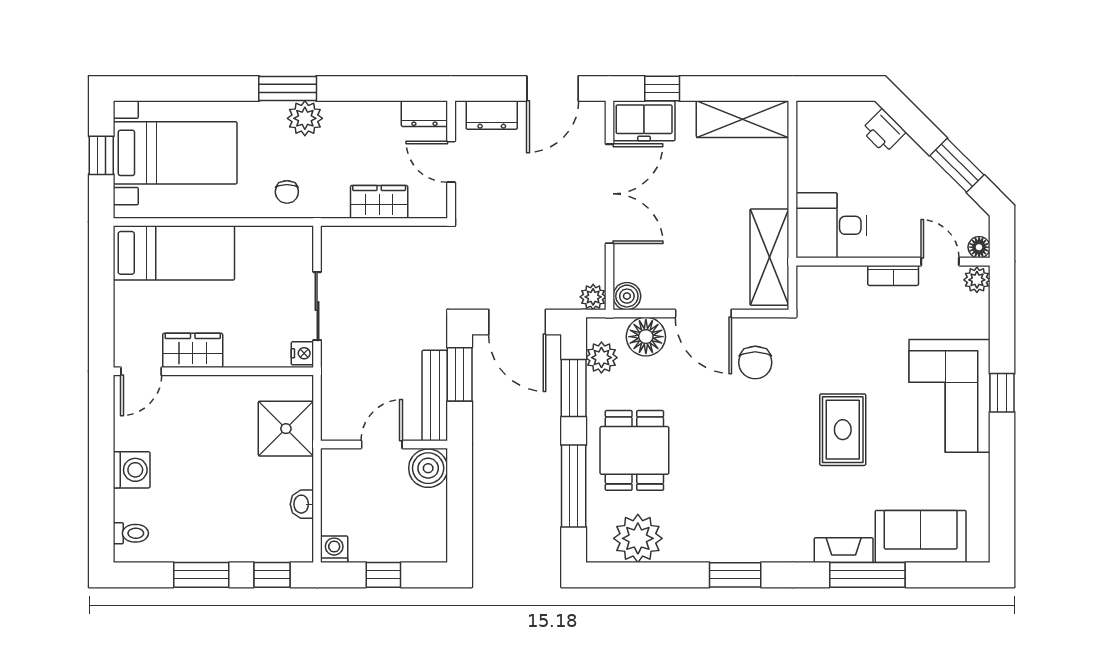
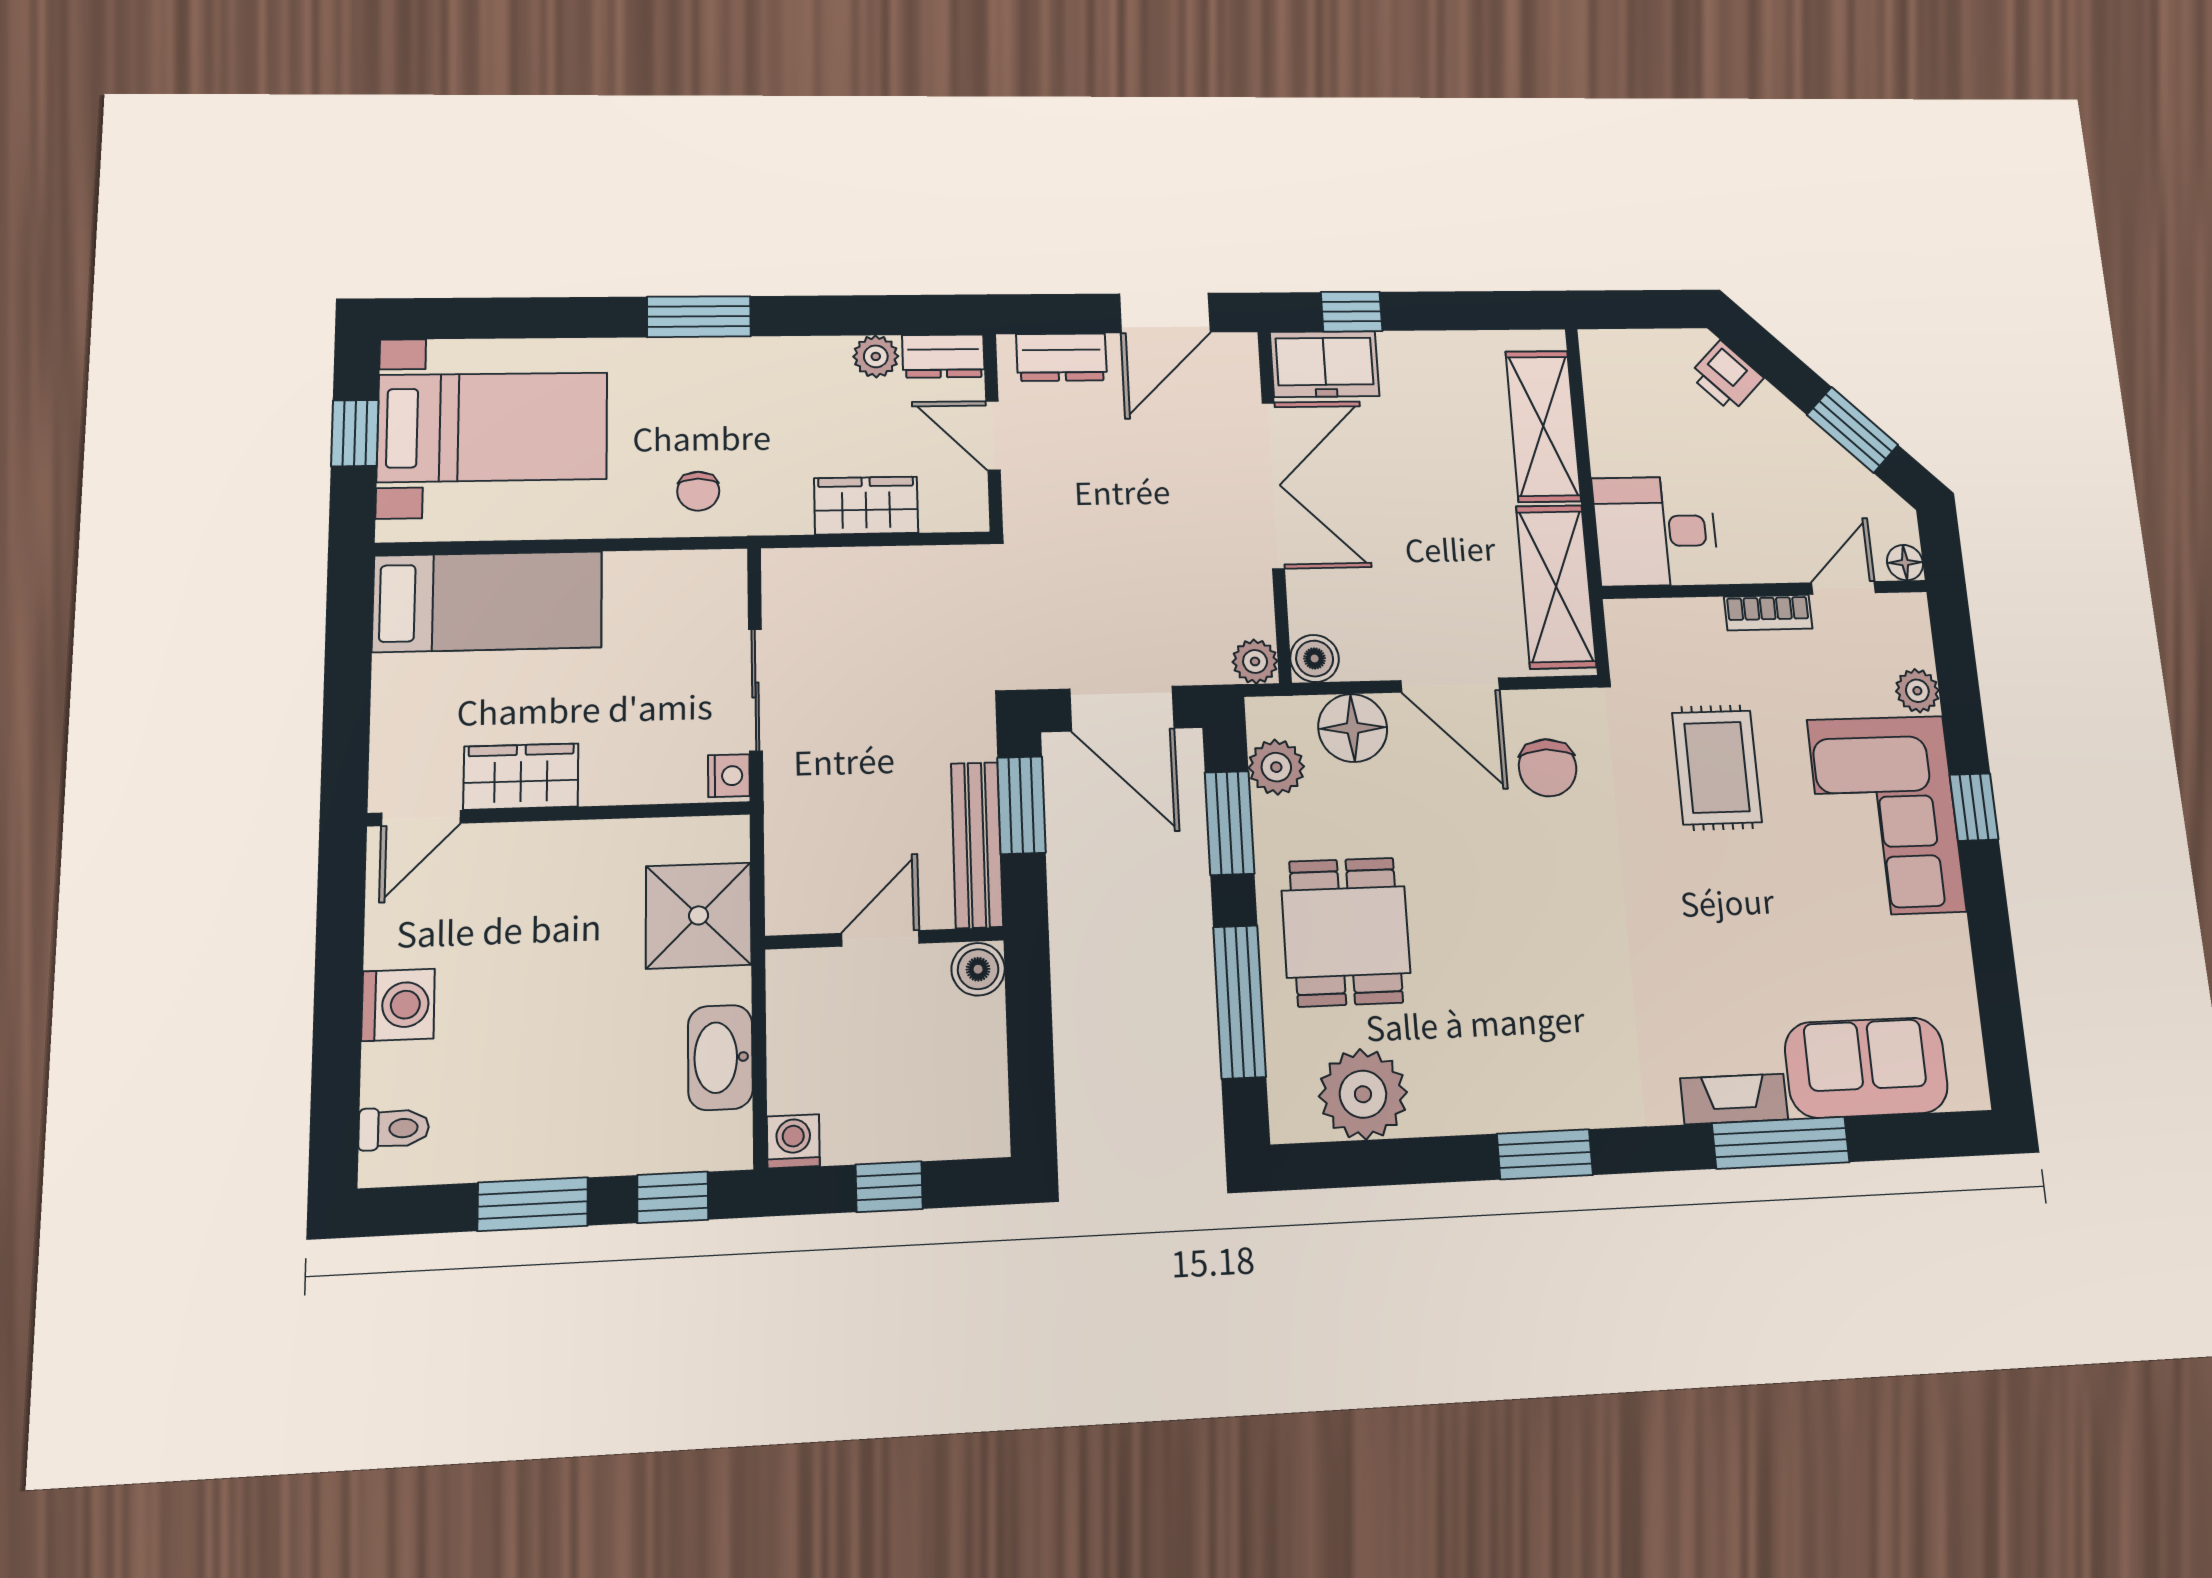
plant: (305, 118) -> (876, 356), moved, width x0.73, depth x0.73
shelving: (743, 119) -> (1543, 426), moved, turned 90
door: (940, 262) -> (1844, 588), hinge flipped
plant: (977, 280) -> (1917, 691), moved
rug: (843, 430) -> (1717, 767), moved
boiler: (428, 468) -> (978, 969), width x0.73, depth x0.73
washbasin: (302, 504) -> (720, 1057), width x1.91, depth x1.45

